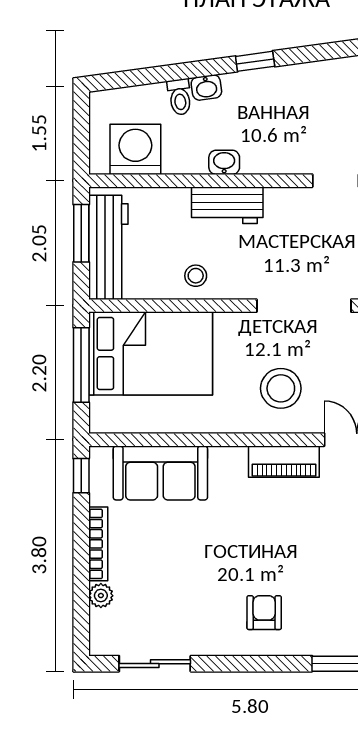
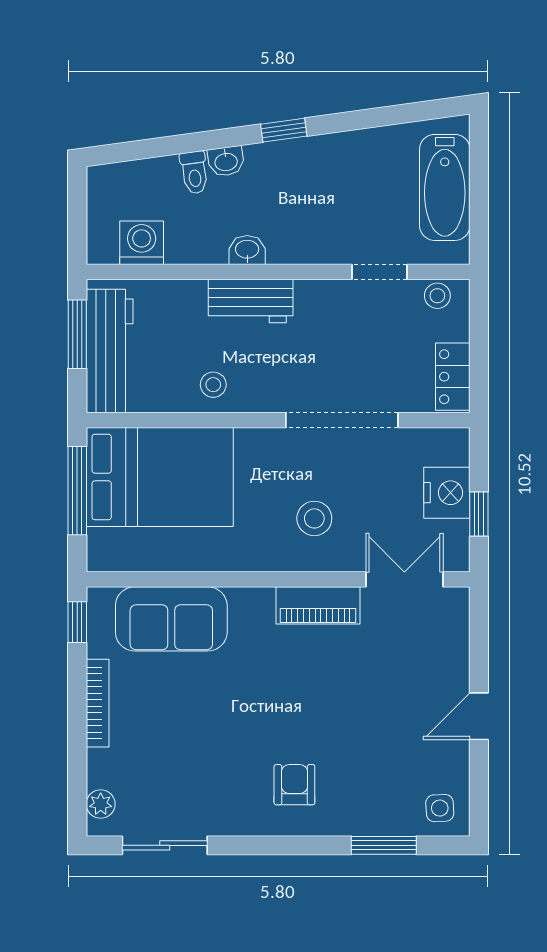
washing machine: (135, 149) -> (142, 243), width x0.73, depth x0.73
stool: (281, 388) -> (314, 518), width x0.73, depth x0.73
plant: (101, 596) -> (101, 804), moved

